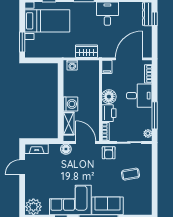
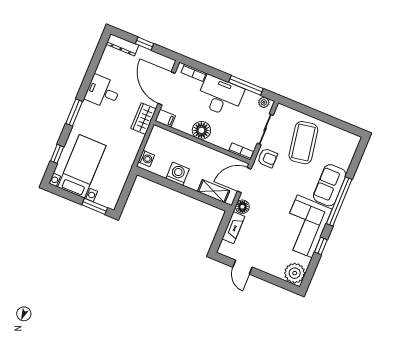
window: (155, 19) -> (145, 44), moved
wardrobe: (87, 51) -> (144, 119), moved
desk: (139, 96) -> (220, 96), width x1.37
washing machine: (70, 104) -> (178, 174), moved
printer: (109, 113) -> (221, 138), removed
fireplace: (37, 149) -> (233, 228), moved
coffee table: (131, 174) -> (303, 143), width x1.86, depth x1.72

